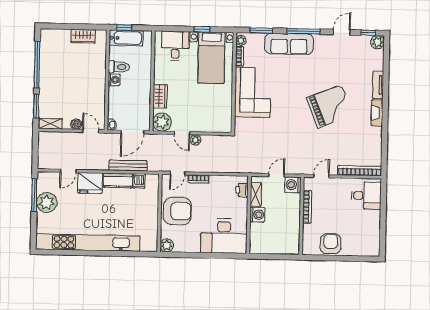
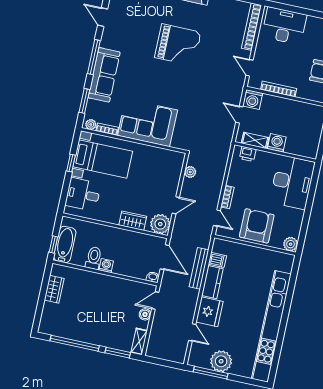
grand piano: (330, 106) -> (178, 45), turned 112
plant: (195, 140) -> (190, 172), moved
desk: (366, 195) -> (284, 26), width x1.37

